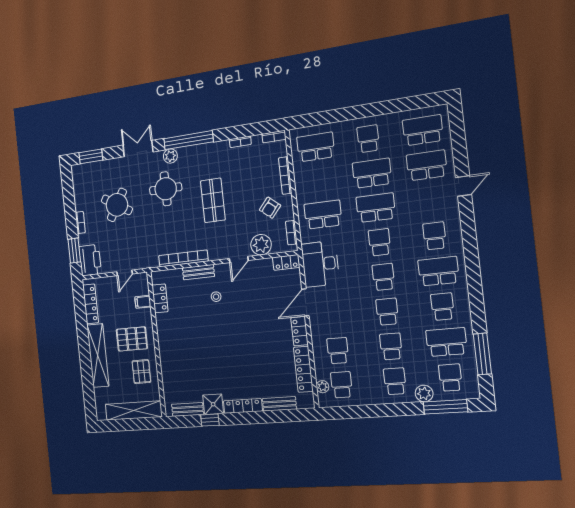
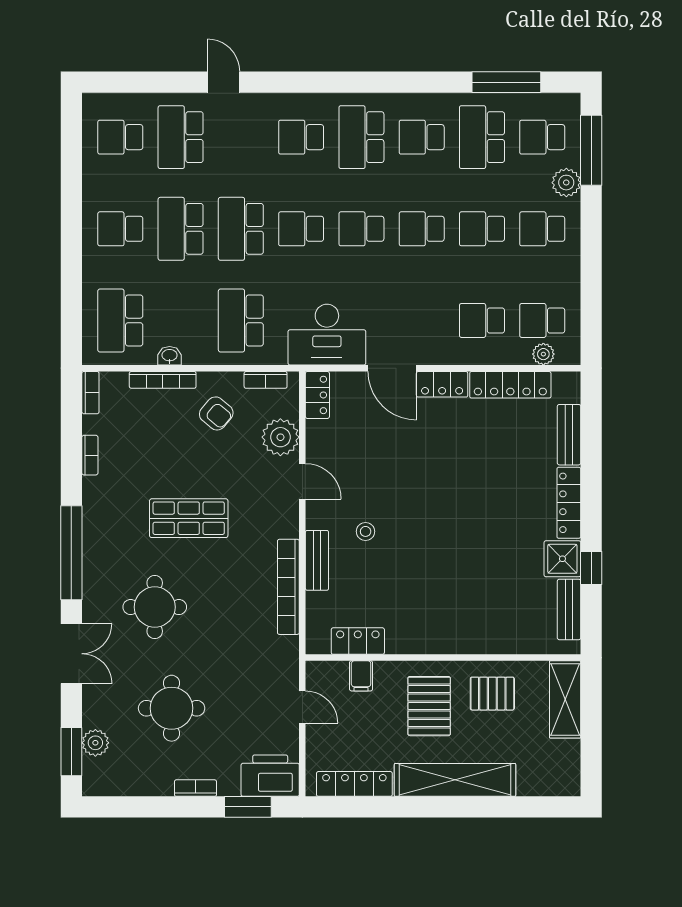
school desk: (423, 130) -> (120, 137), width x0.54
double door: (138, 149) -> (71, 654), swing flipped
plant: (170, 156) -> (95, 743), moved
washbasin: (299, 177) -> (170, 356), added
round table: (117, 205) -> (172, 708), turned -31
shelving: (134, 411) -> (565, 699), width x0.68

